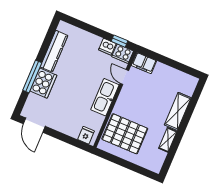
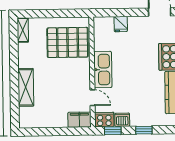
window: (93, 30) -> (144, 130), added
fridge: (86, 135) -> (121, 24), moved
shelving: (168, 140) -> (23, 30), moved

